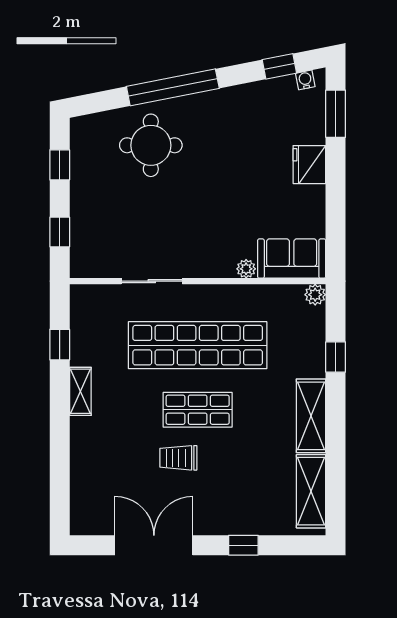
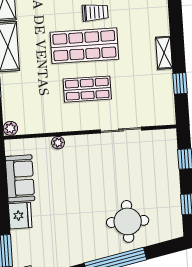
sofa: (292, 259) -> (20, 178), moved, turned -90
shop shelf: (198, 345) -> (87, 89), width x0.50, depth x0.74
shop shelf: (198, 410) -> (84, 46), width x1.43, depth x1.36

